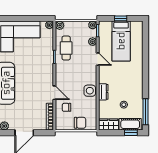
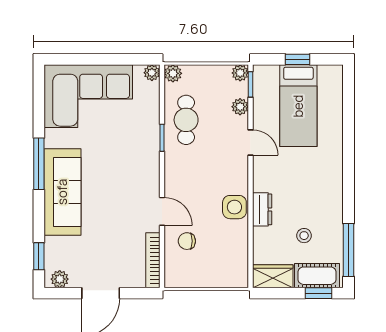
chair: (80, 123) -> (215, 273), removed

